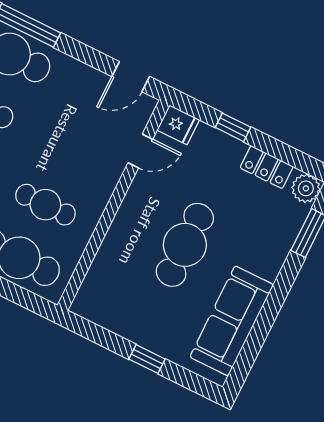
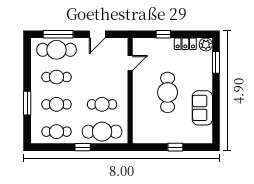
door: (131, 77) -> (97, 34), moved
fridge: (178, 125) -> (140, 44), removed
sofa: (232, 321) -> (202, 108), width x0.73

